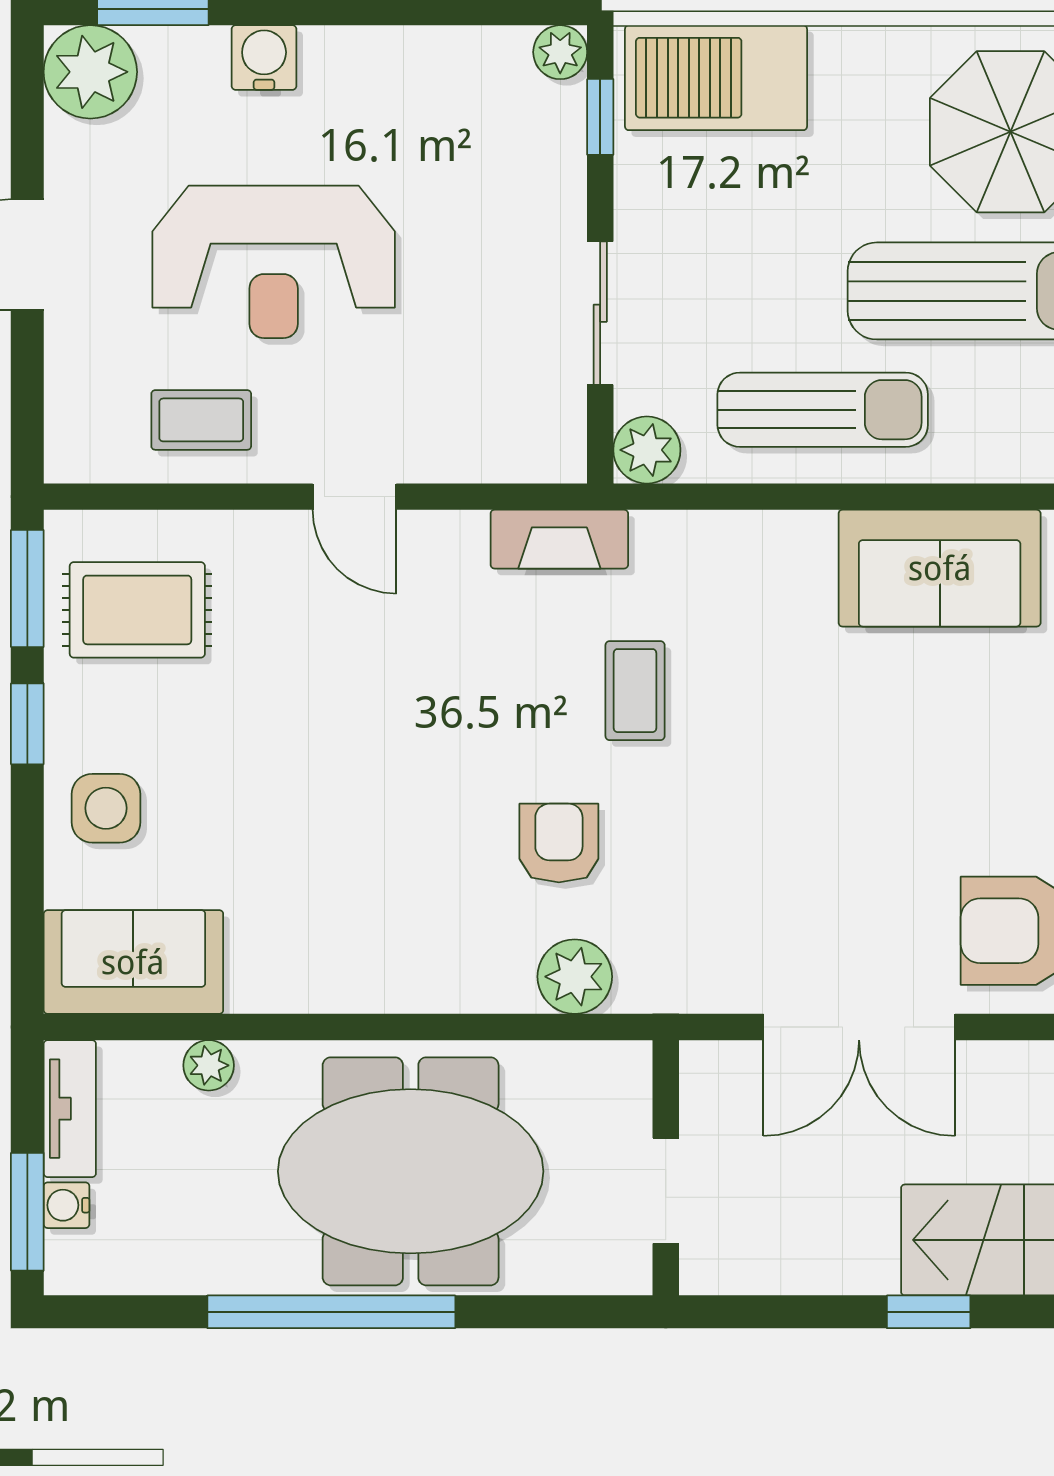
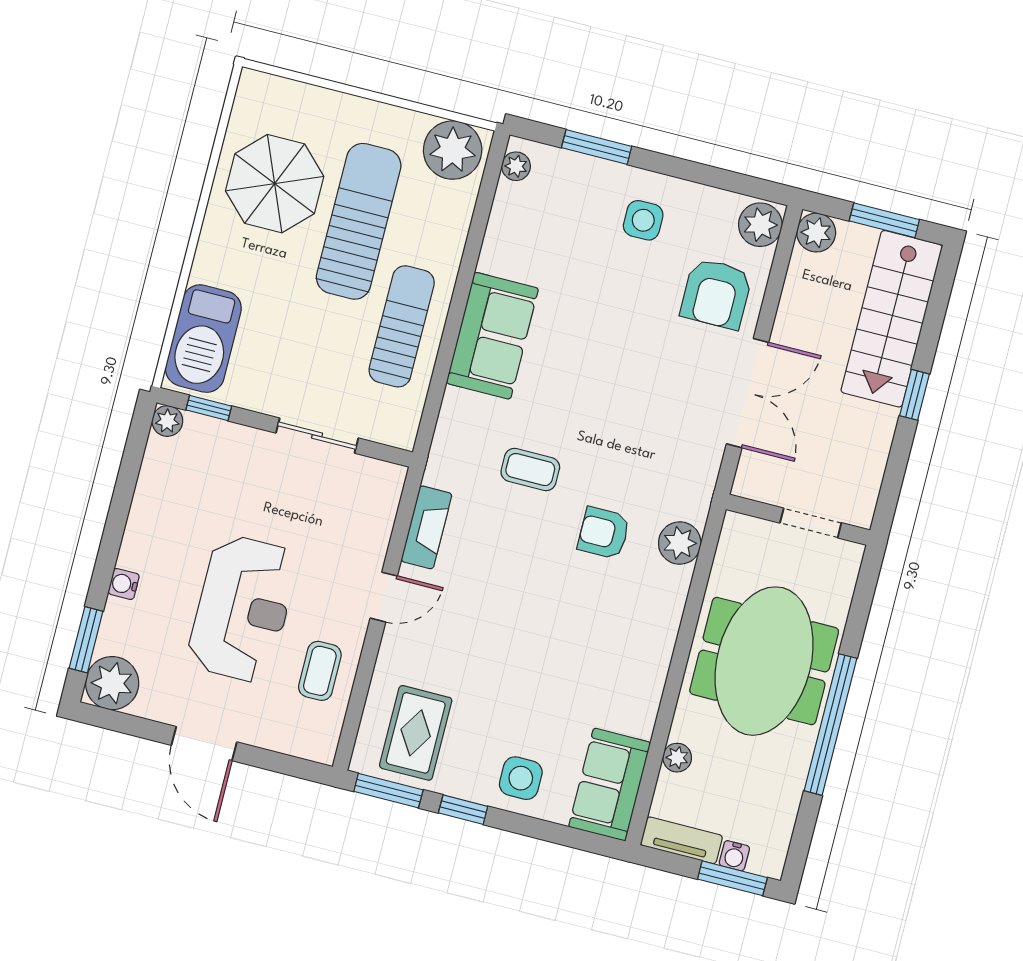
water cooler: (264, 58) -> (124, 584), width x0.72, depth x0.72
plant: (647, 450) -> (399, 429), removed
fireplace: (559, 539) -> (426, 527), moved
sofa: (940, 568) -> (492, 336), moved

